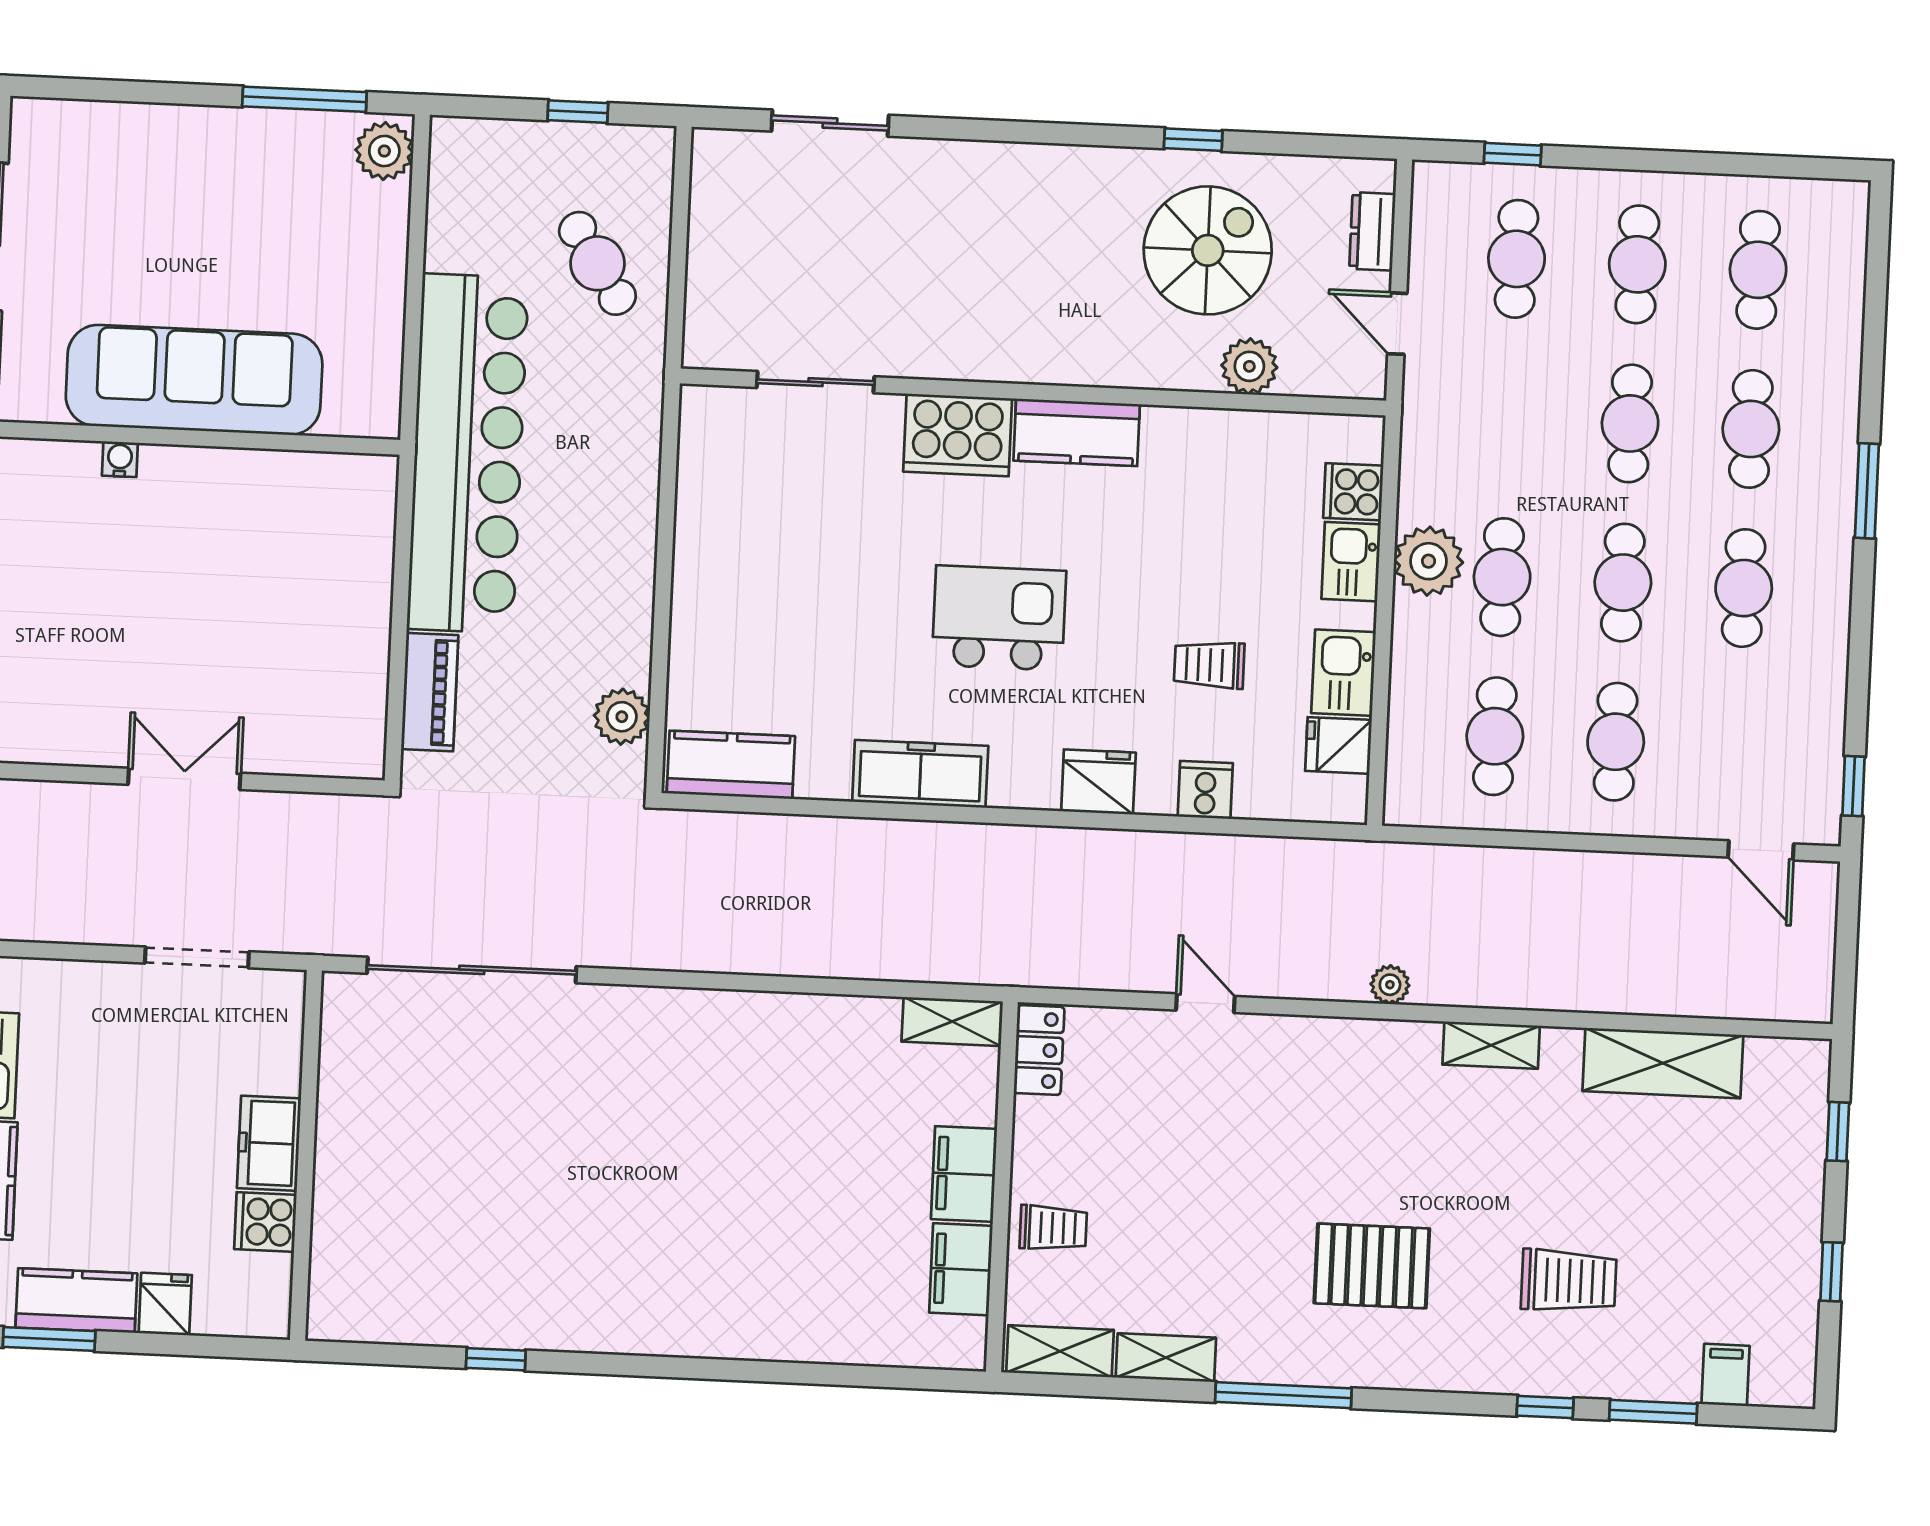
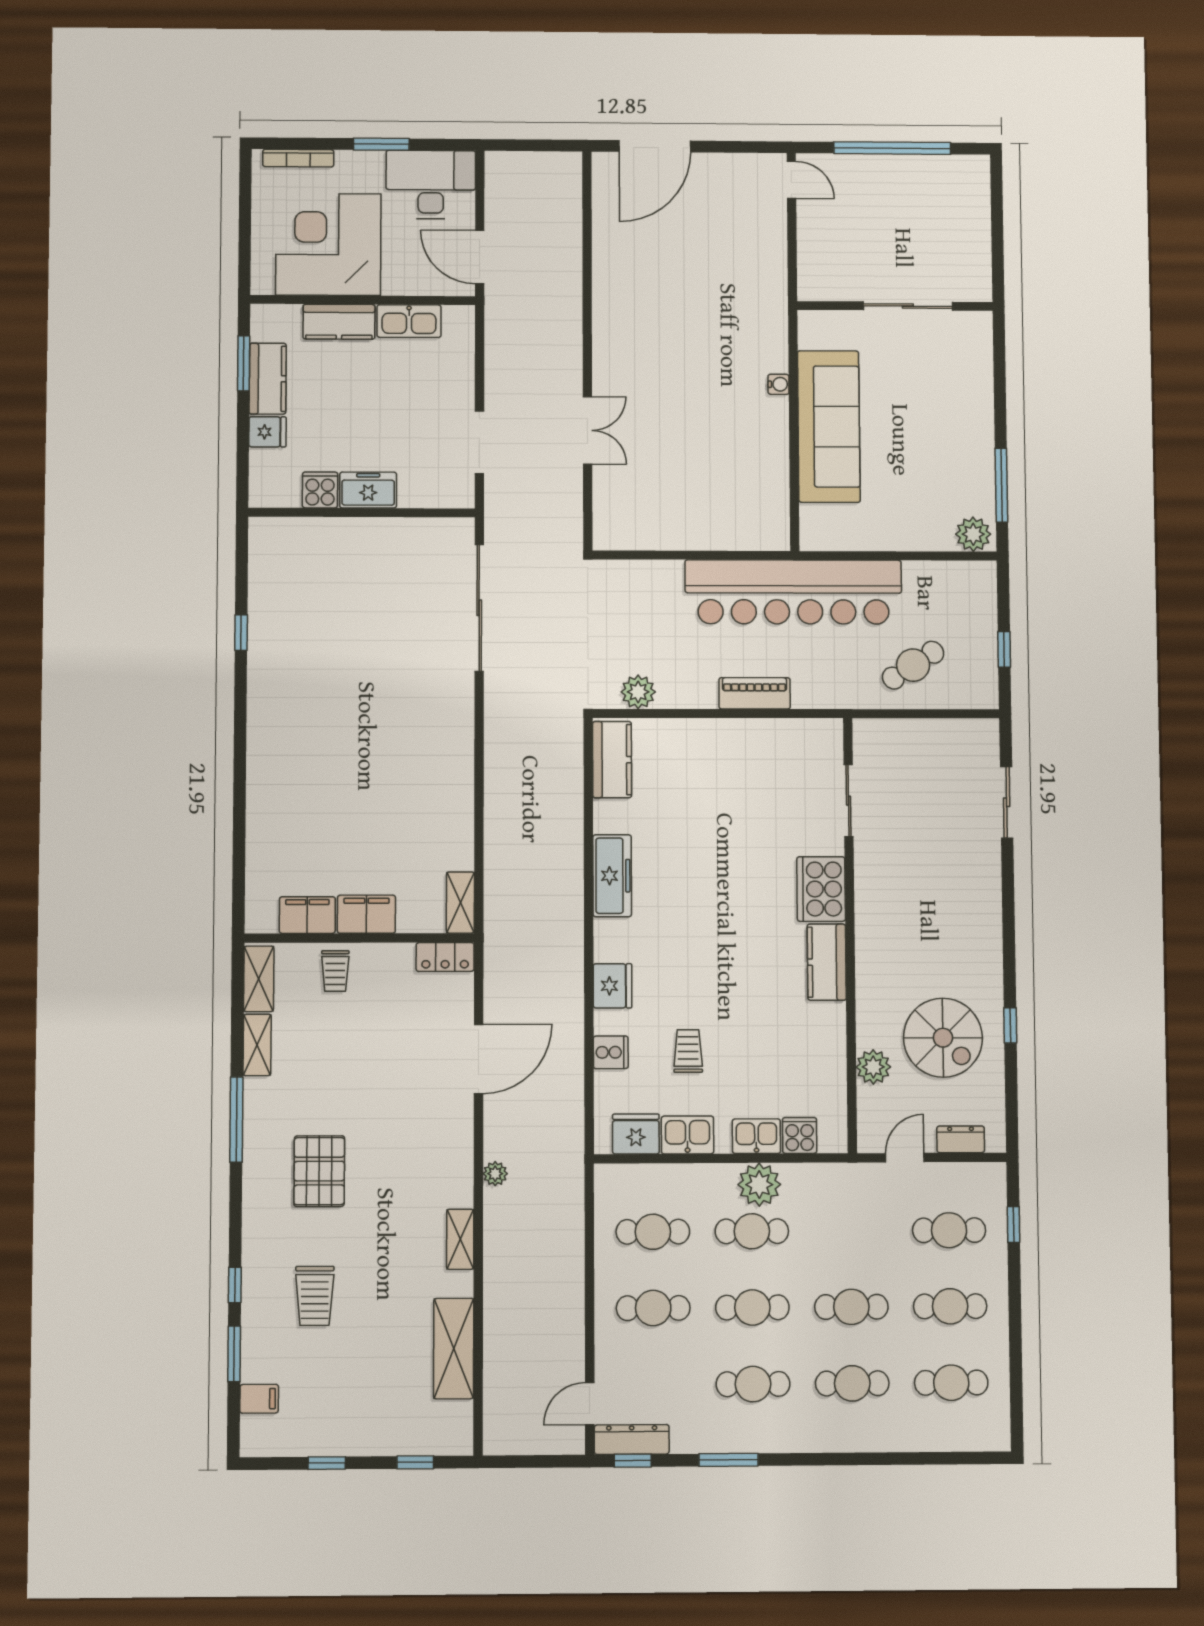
window: (1867, 491) -> (728, 1460), moved
kitchen island: (999, 618) -> (710, 920), removed
piano: (430, 692) -> (755, 693), moved, turned 180
fridge: (1338, 745) -> (636, 1134), width x1.38
dresser: (1820, 786) -> (632, 1439), added
door: (1205, 1003) -> (479, 1059), width x1.87

